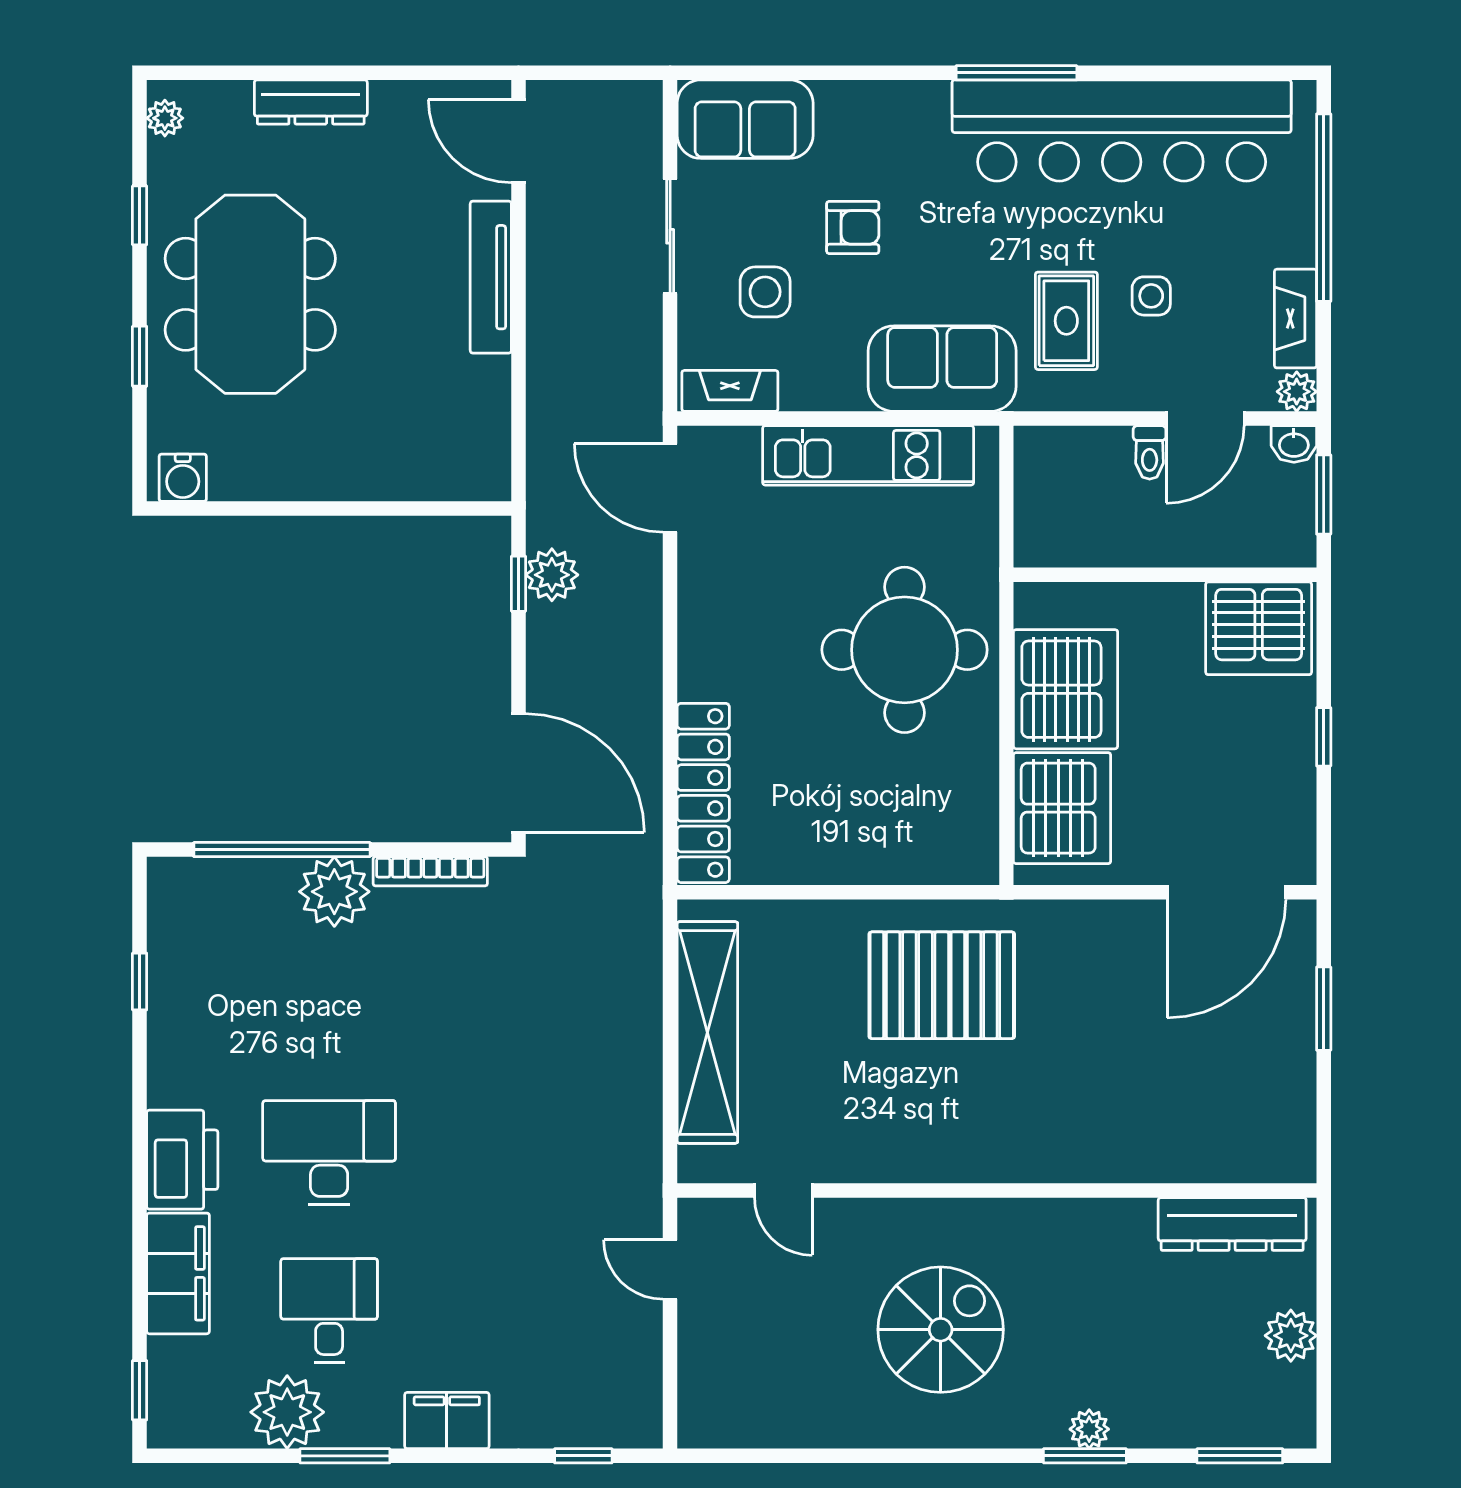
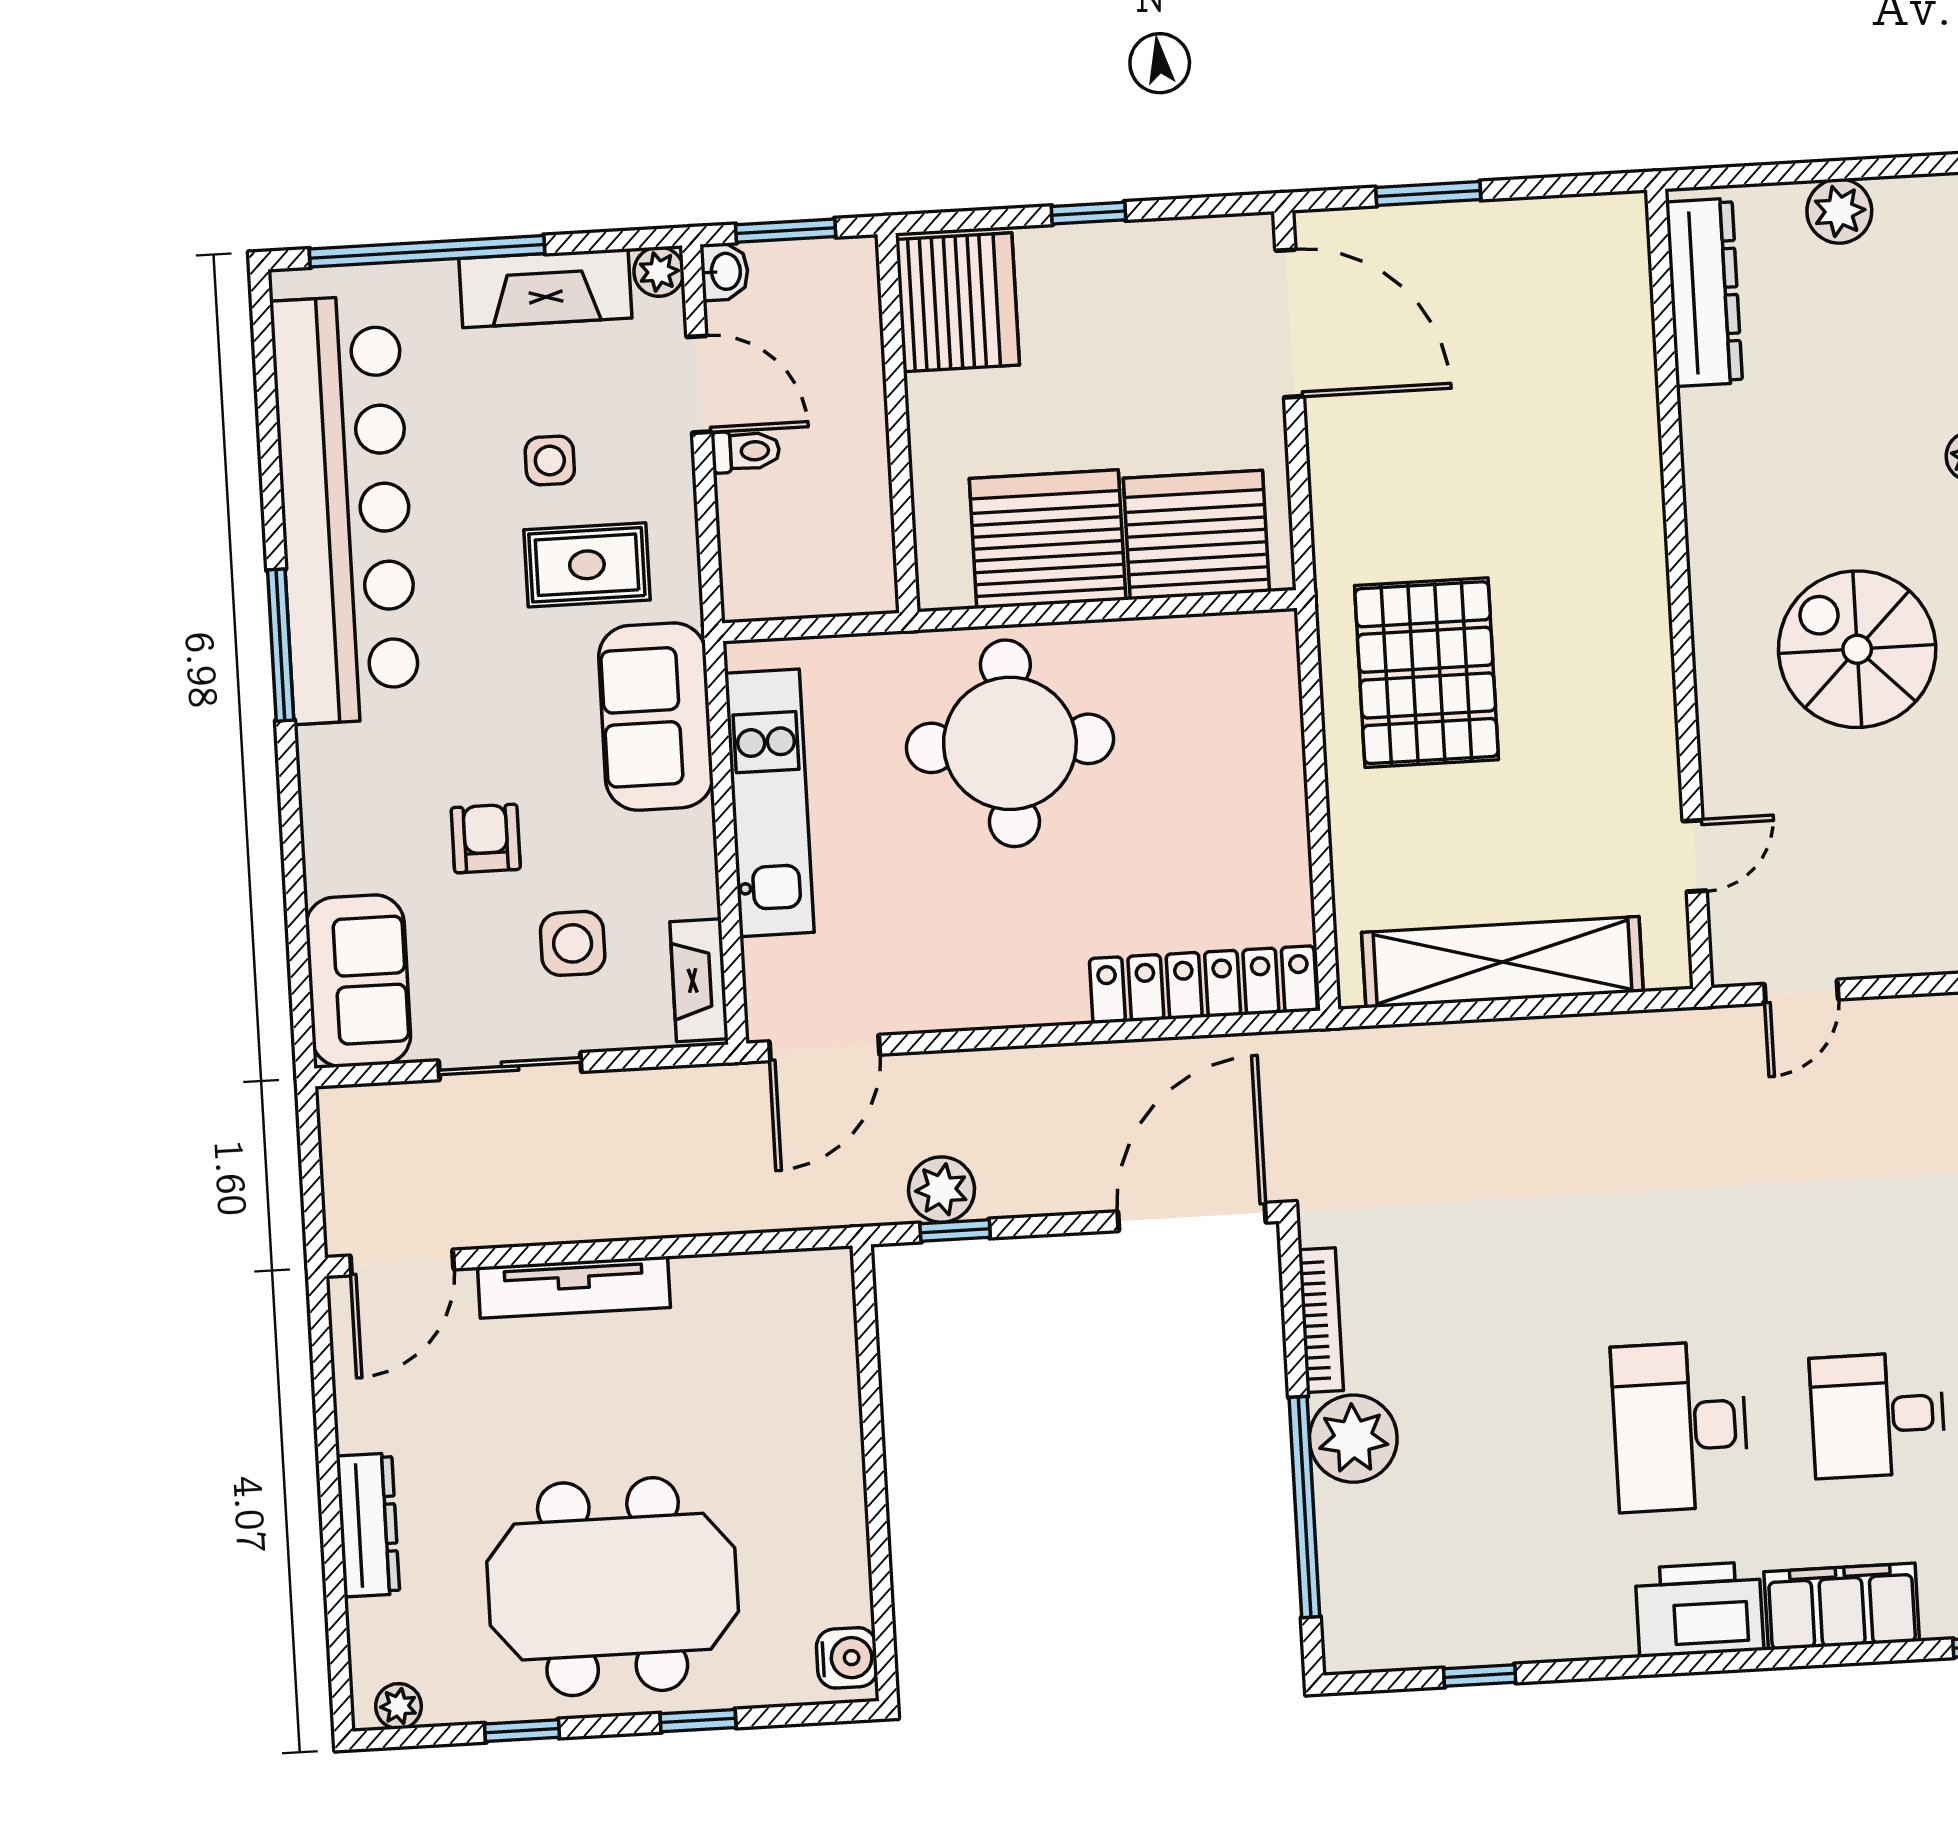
fireplace: (1295, 319) -> (545, 288), width x1.37, depth x1.32

